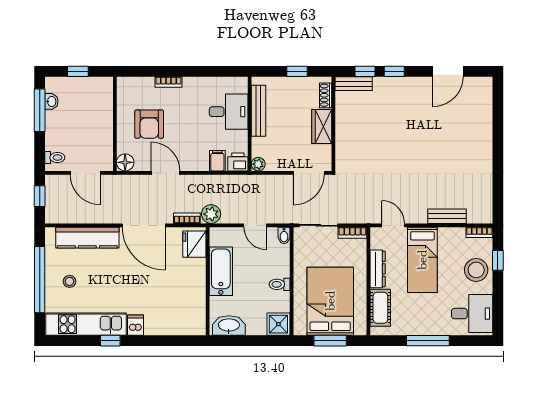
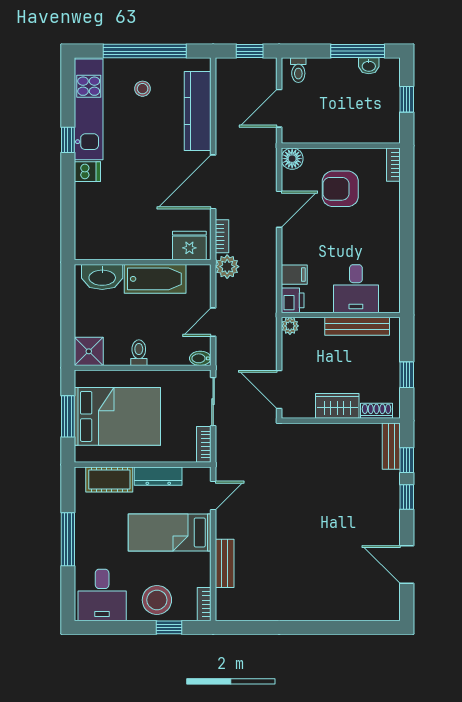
bookcase: (169, 82) -> (393, 165), moved
washbasin: (229, 325) -> (102, 277), moved, turned 90

